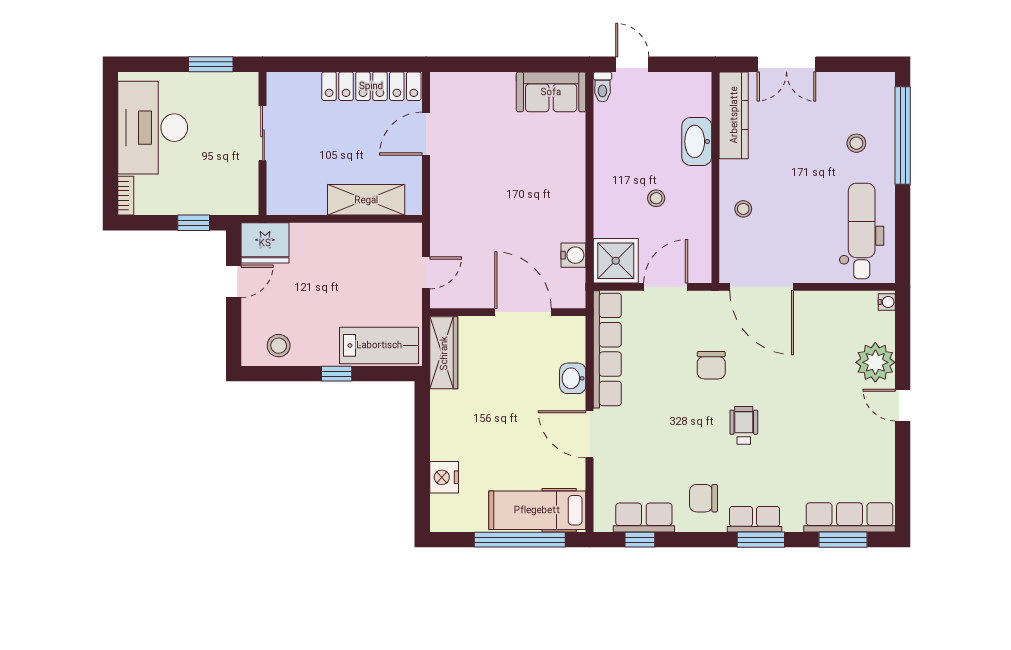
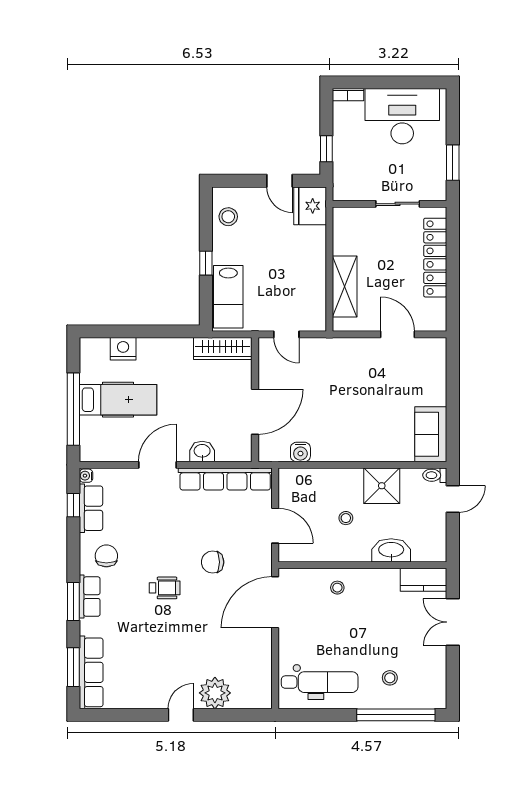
locker: (371, 86) -> (435, 258), moved
kitchen counter: (734, 115) -> (424, 580), width x0.67
shower: (616, 261) -> (382, 486), moved
water cooler: (887, 302) -> (86, 476), moved, turned 90
hospital bed: (537, 510) -> (118, 400), moved, turned 90

